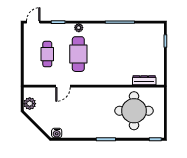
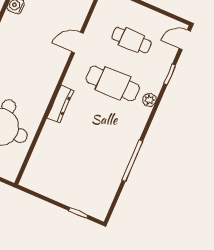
door: (33, 22) -> (185, 40), swing flipped
dresser: (144, 80) -> (61, 104), moved
door: (63, 86) -> (77, 43), hinge flipped

